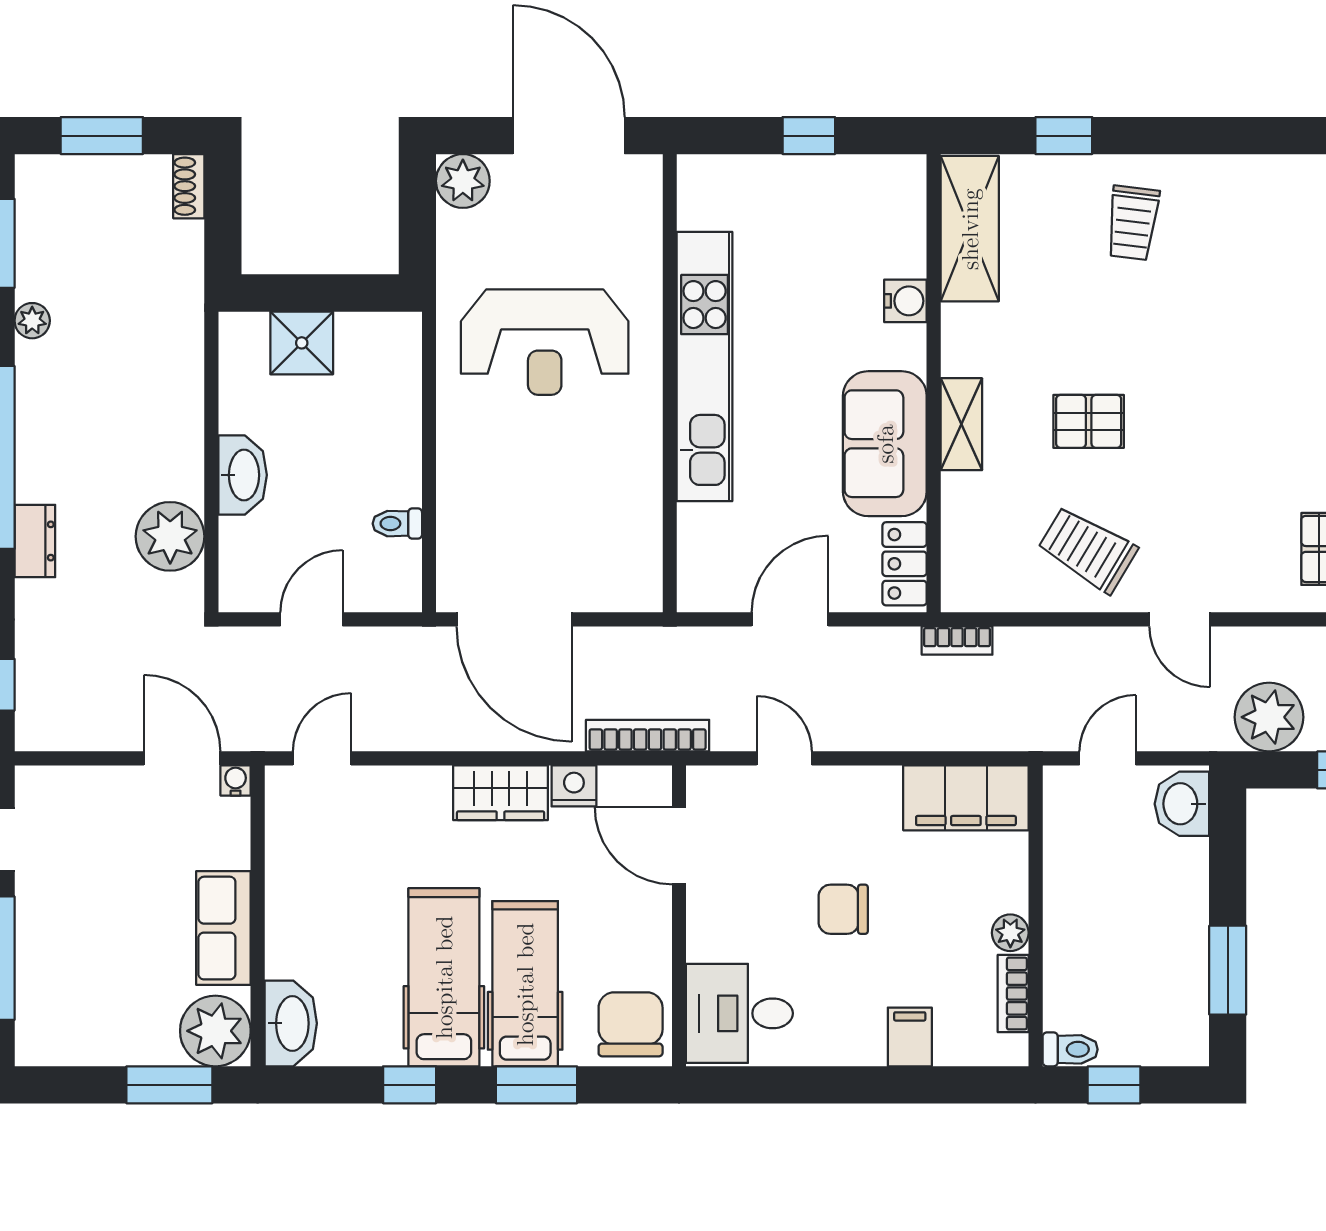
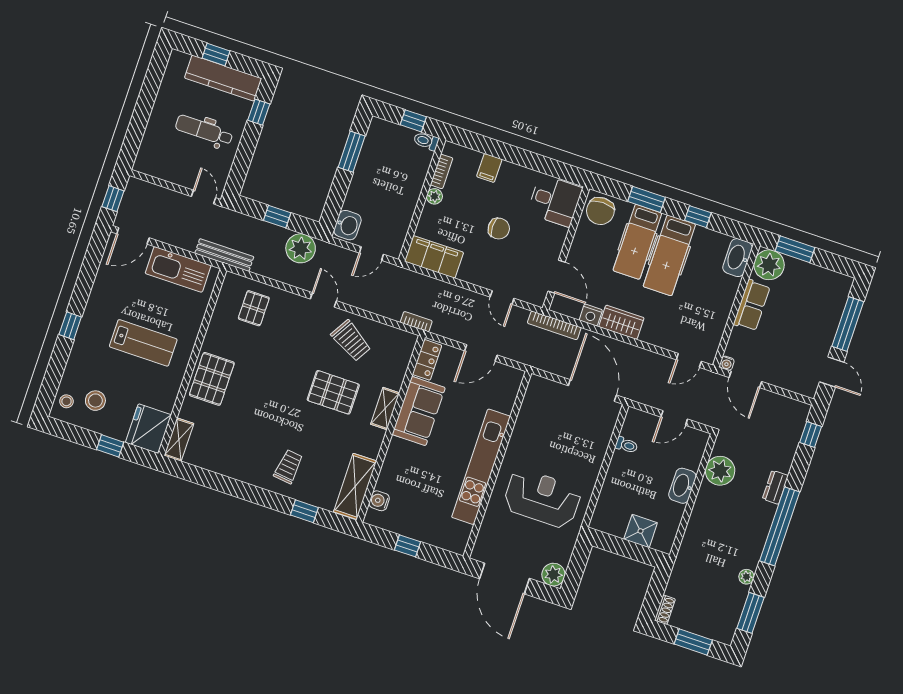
water cooler: (905, 301) -> (379, 501), moved
pallet: (1089, 421) -> (333, 392), width x1.50, depth x1.42

